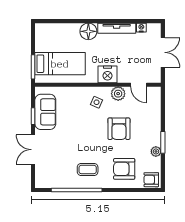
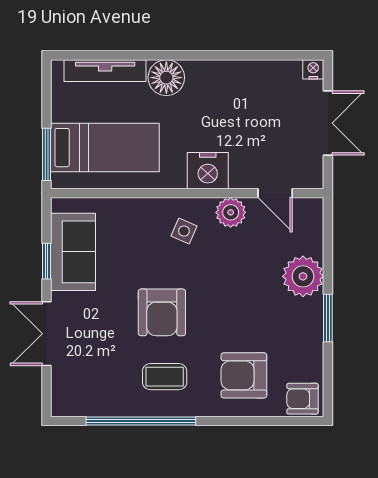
tv unit: (117, 28) -> (105, 71), moved
nightstand: (141, 28) -> (313, 69), moved
armchair: (119, 129) -> (162, 312), moved
plant: (156, 151) -> (303, 276), moved, width x1.88, depth x1.88

